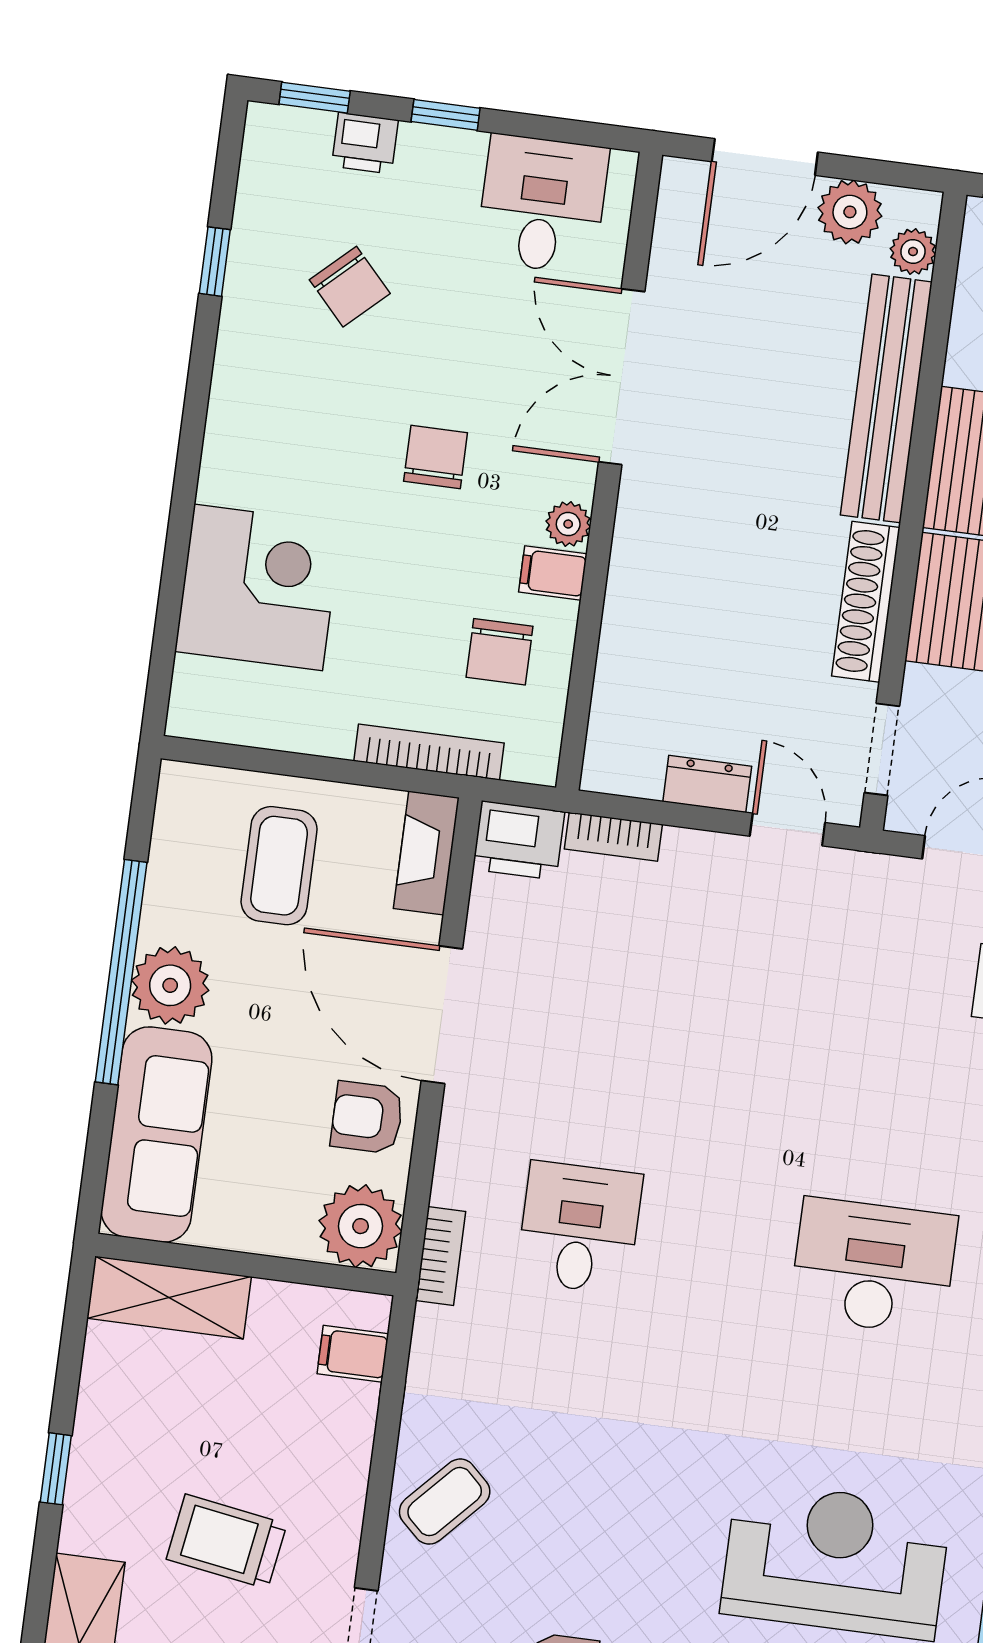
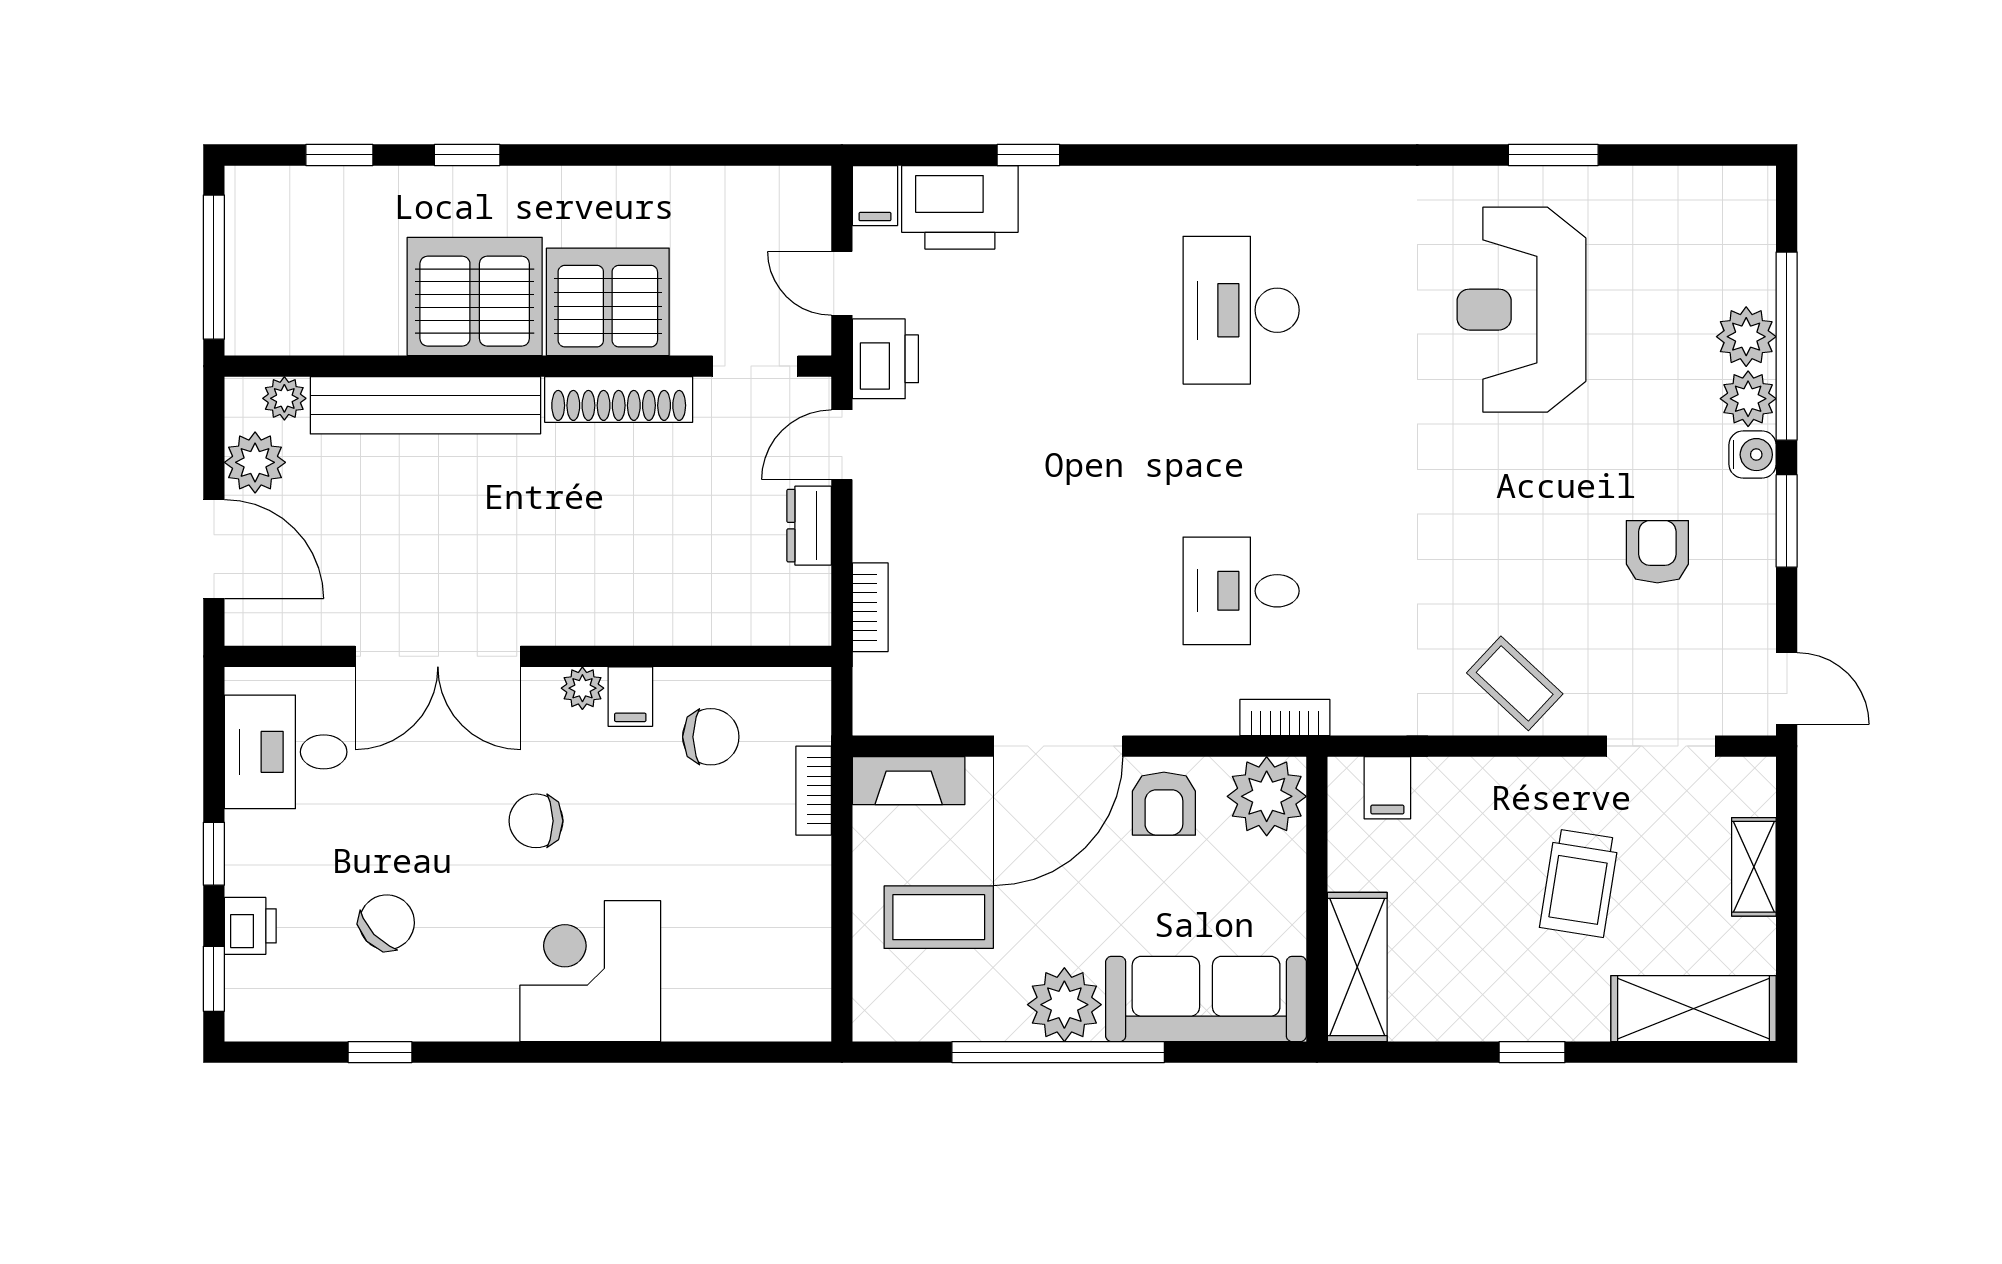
corner desk: (258, 587) -> (590, 971), moved
bookcase: (429, 752) -> (814, 791), width x0.64
printer: (519, 840) -> (885, 359), moved

